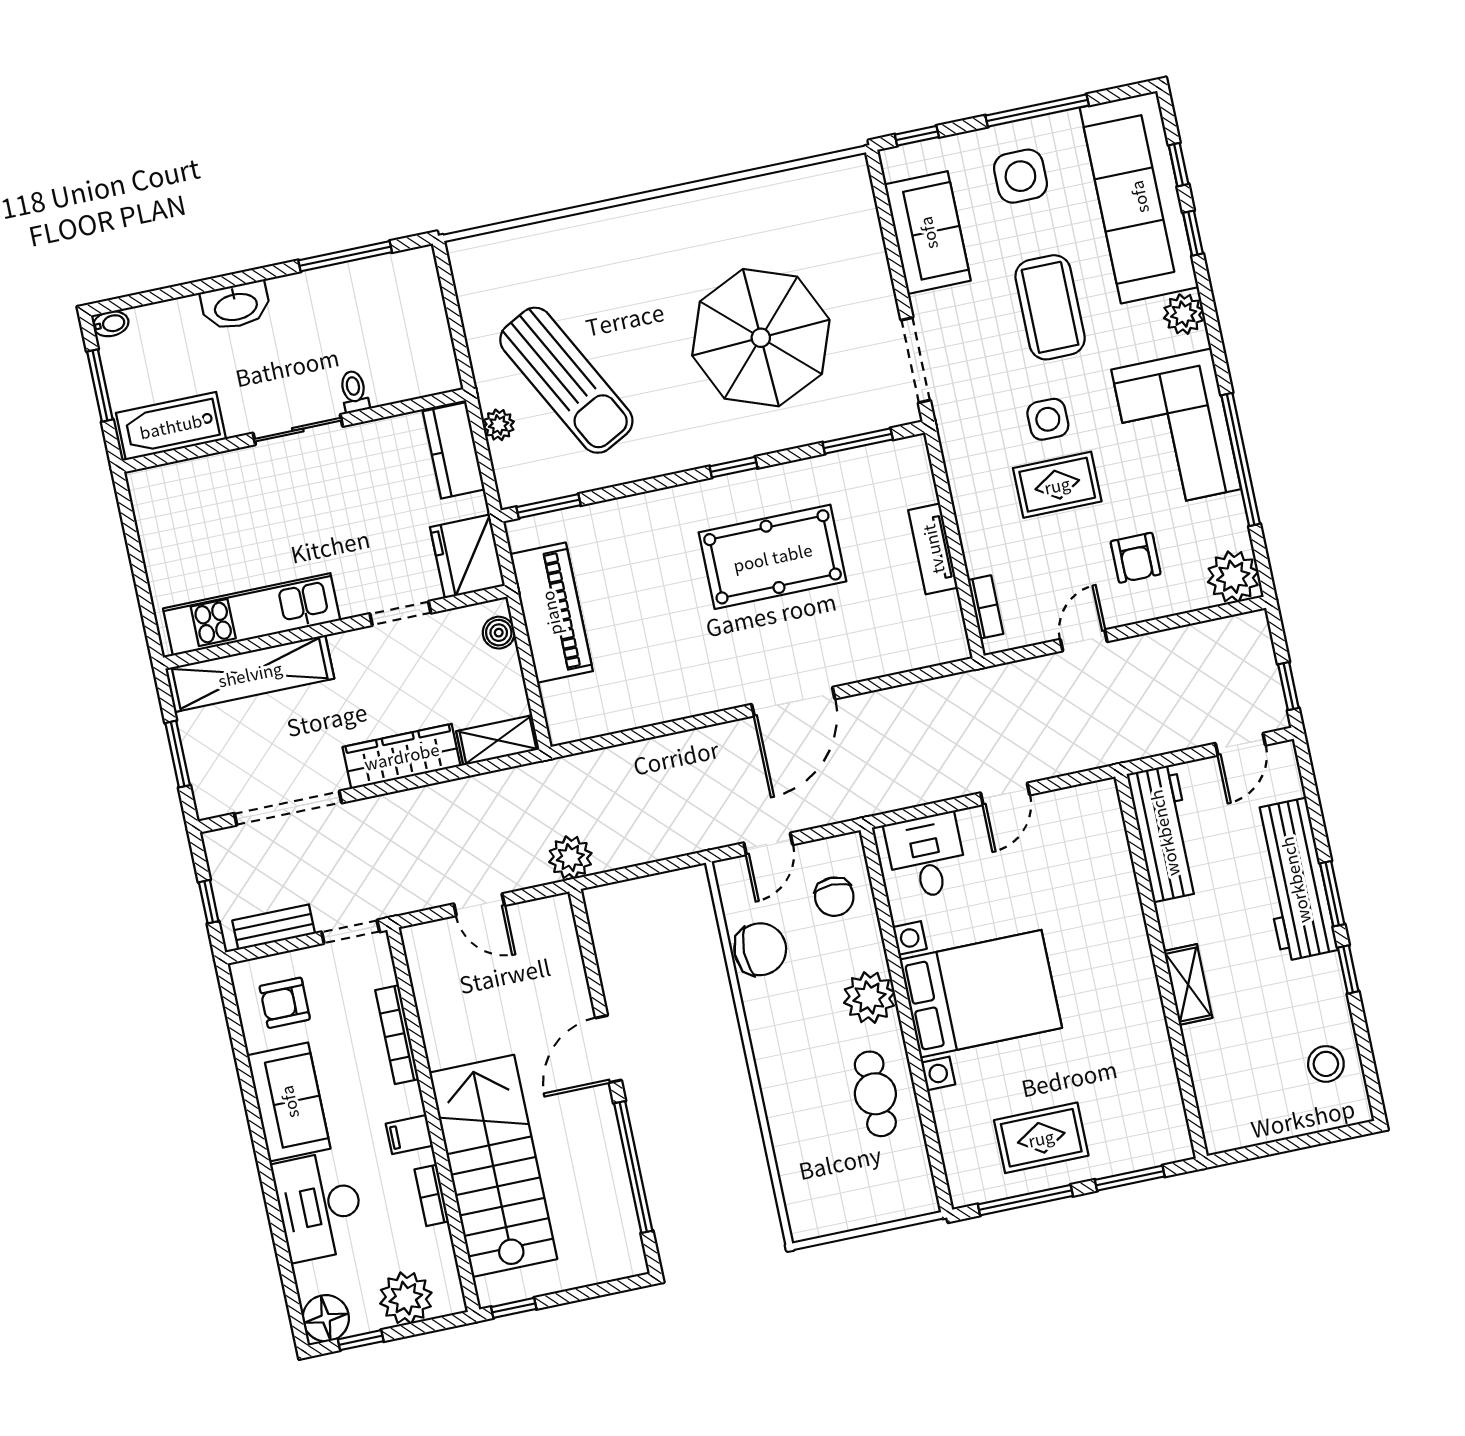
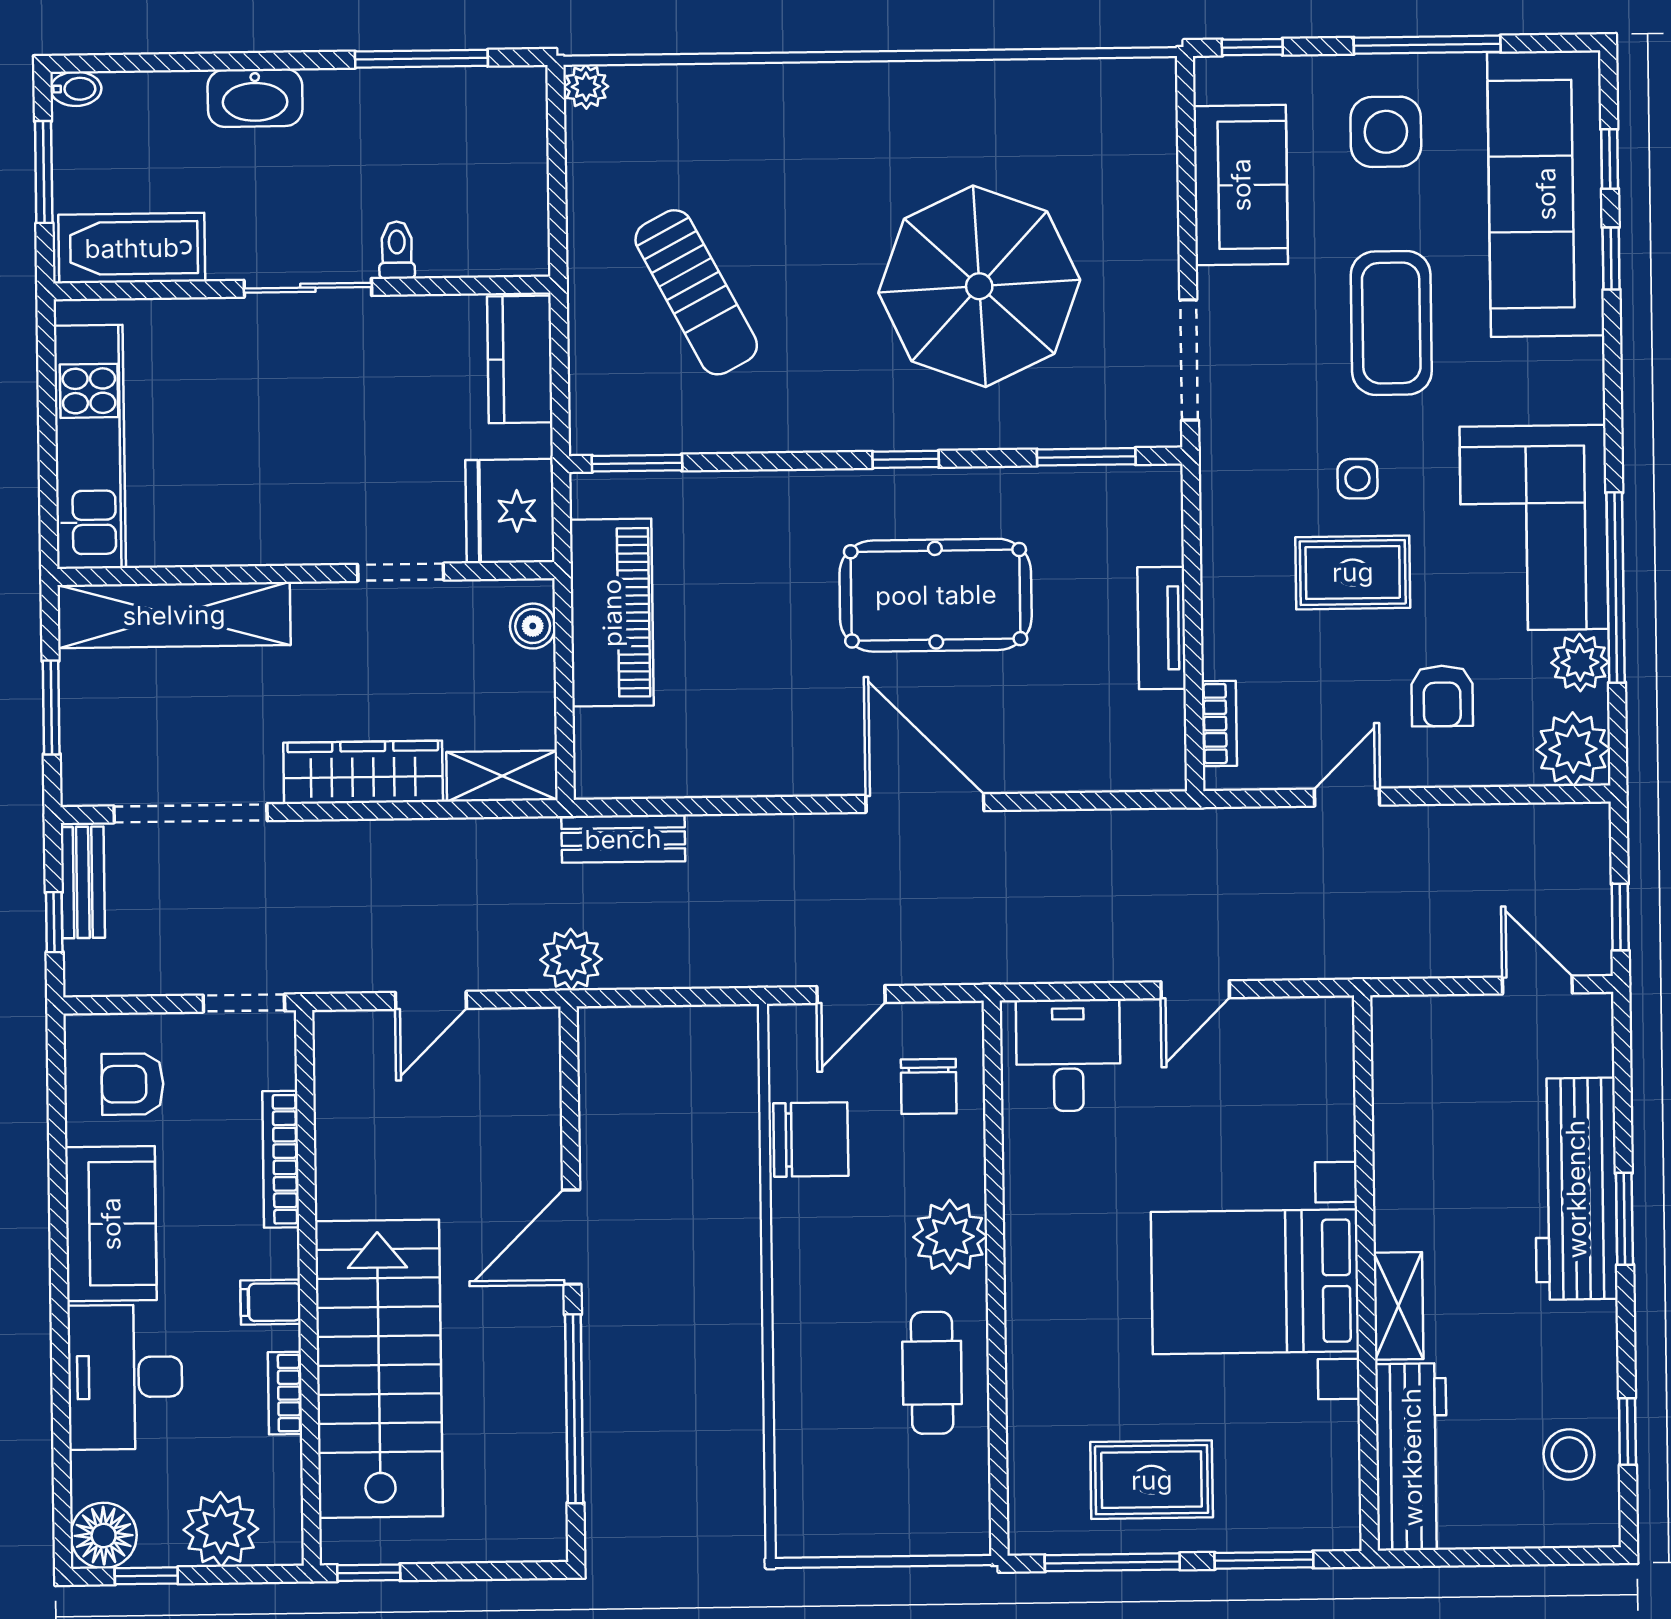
plant: (1184, 314) -> (1580, 662), moved
sun lounger: (566, 380) -> (696, 292), width x0.73, depth x0.75
side table: (1048, 419) -> (1357, 479), width x0.73, depth x0.73
plant: (499, 425) -> (586, 87), moved
kitchen unit: (252, 614) -> (90, 447), moved, turned 90
door: (793, 702) -> (925, 803), swing flipped
door: (1240, 744) -> (1537, 985), swing flipped
bench: (590, 767) -> (623, 839), added
workbench: (1164, 833) -> (1412, 1457), moved
door: (479, 905) -> (431, 1000), hinge flipped
bench: (274, 927) -> (83, 882), moved, turned 90
window: (1348, 969) -> (1627, 1431), moved
bed with nightstands: (981, 994) -> (1255, 1282), moved, turned 180

